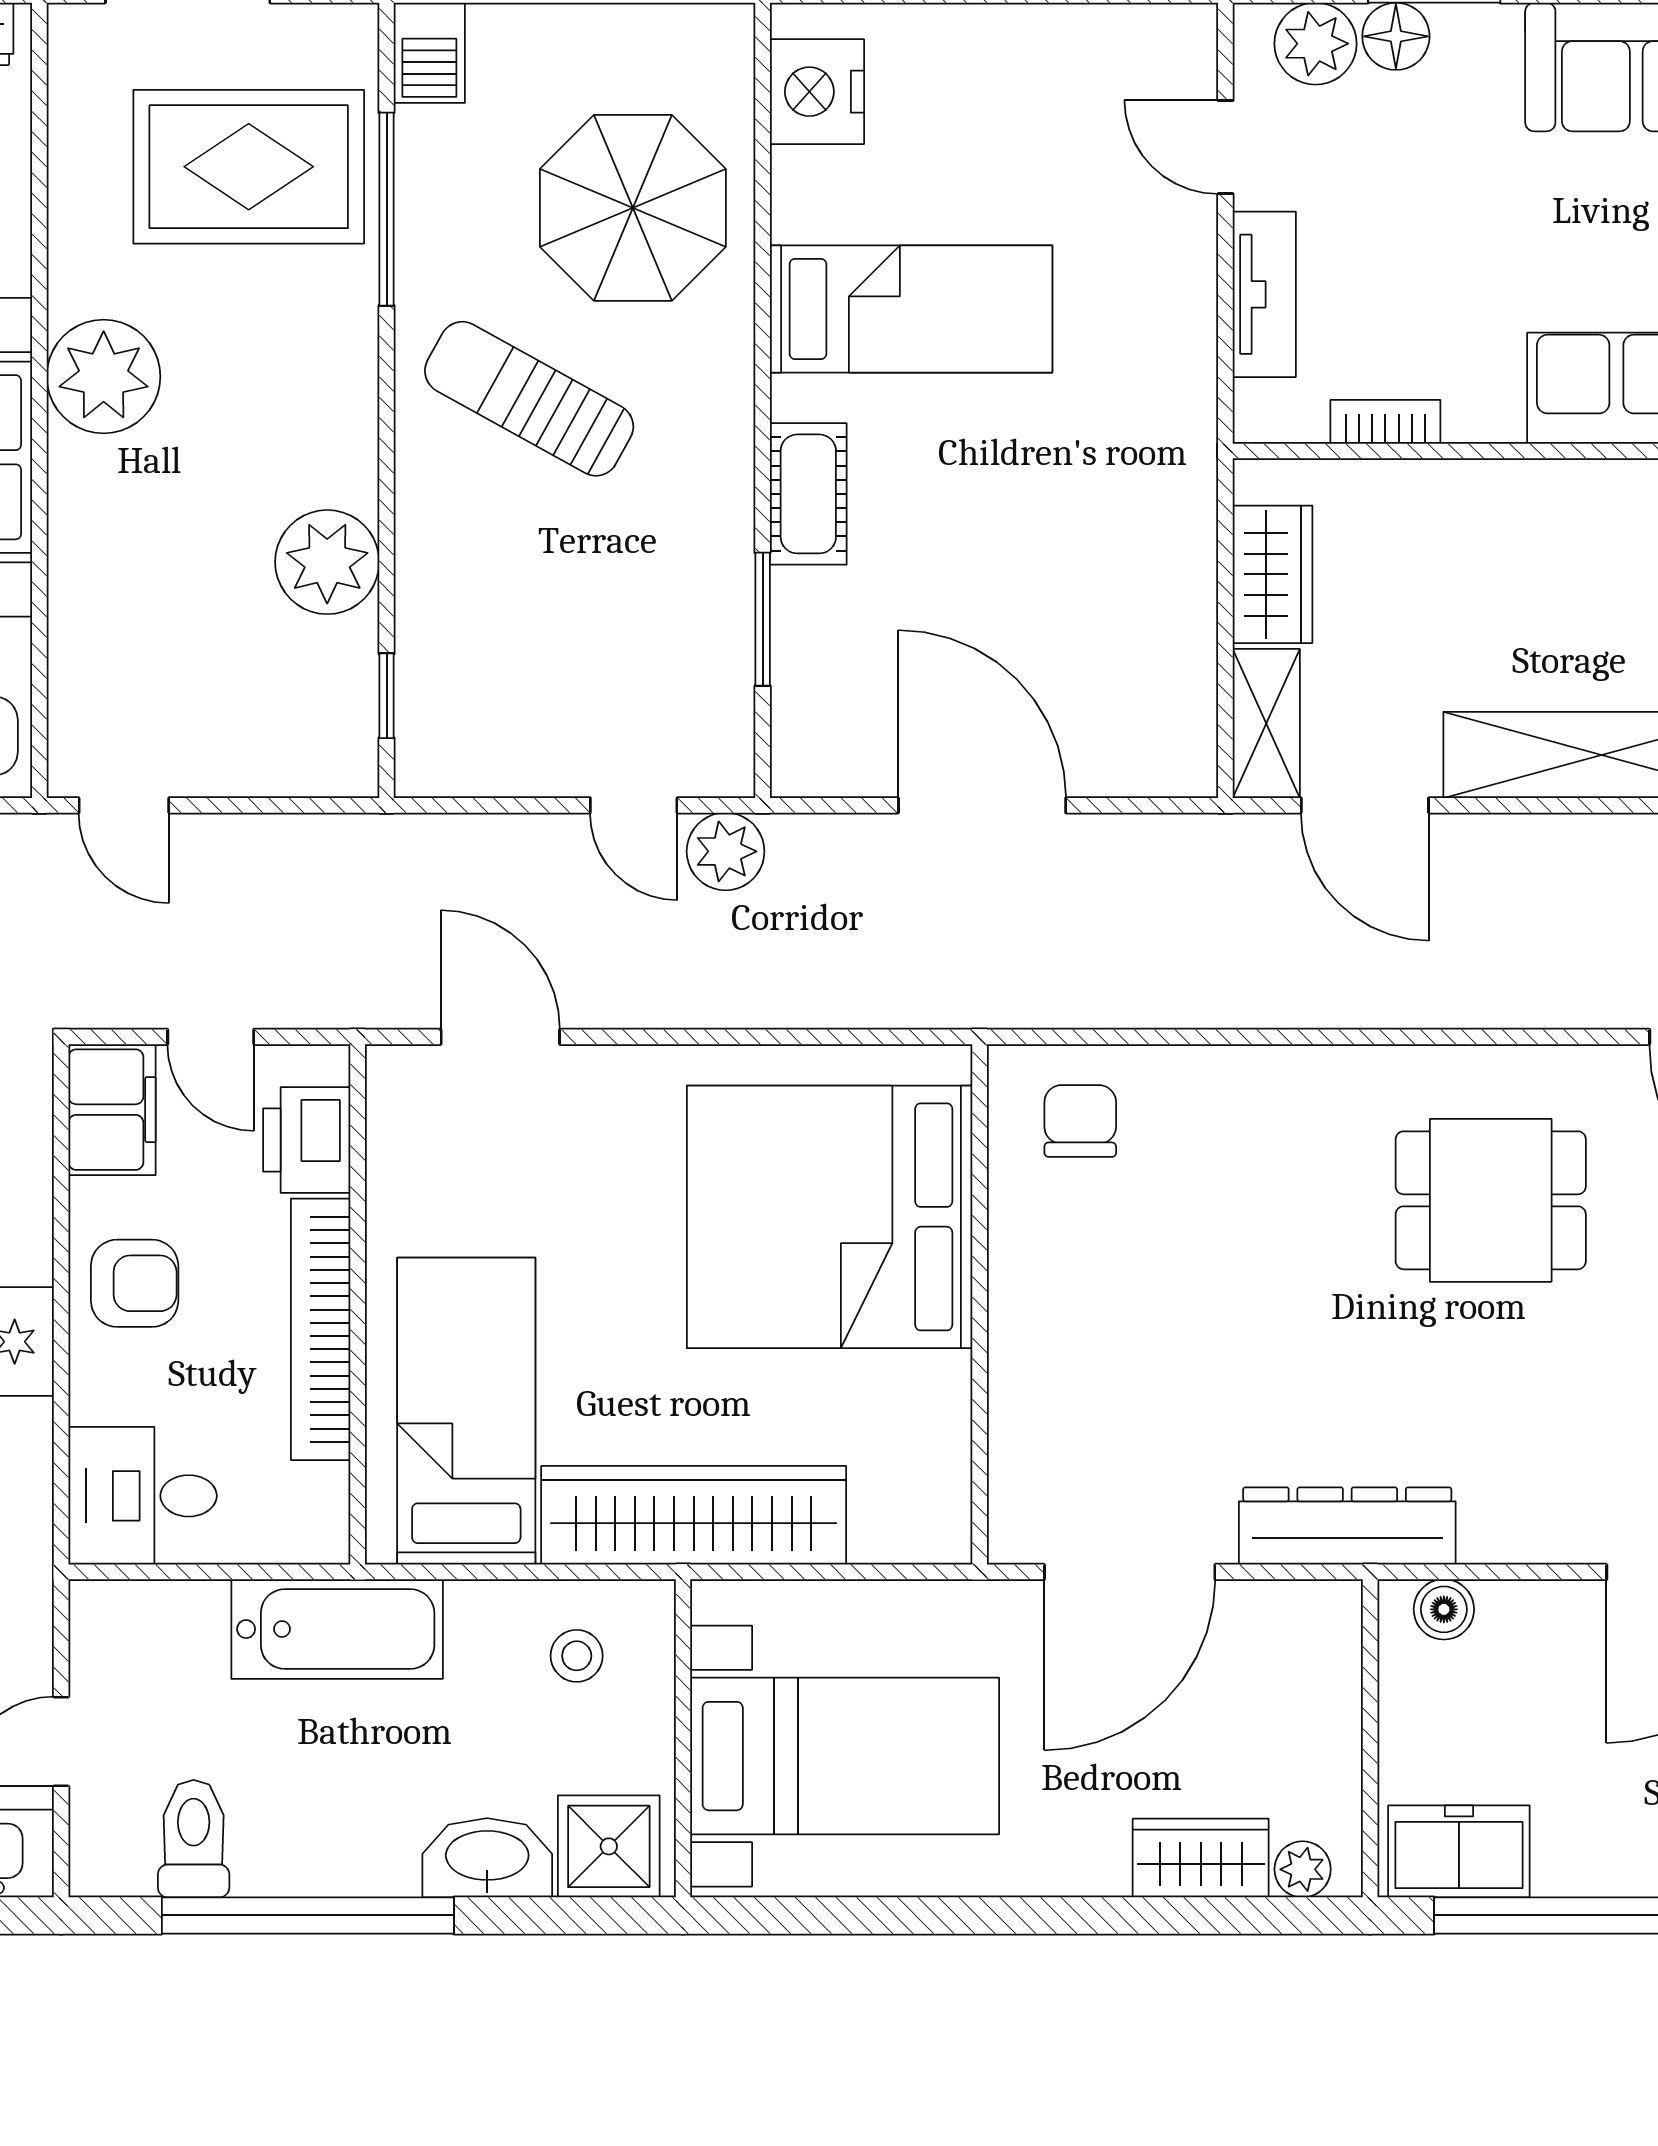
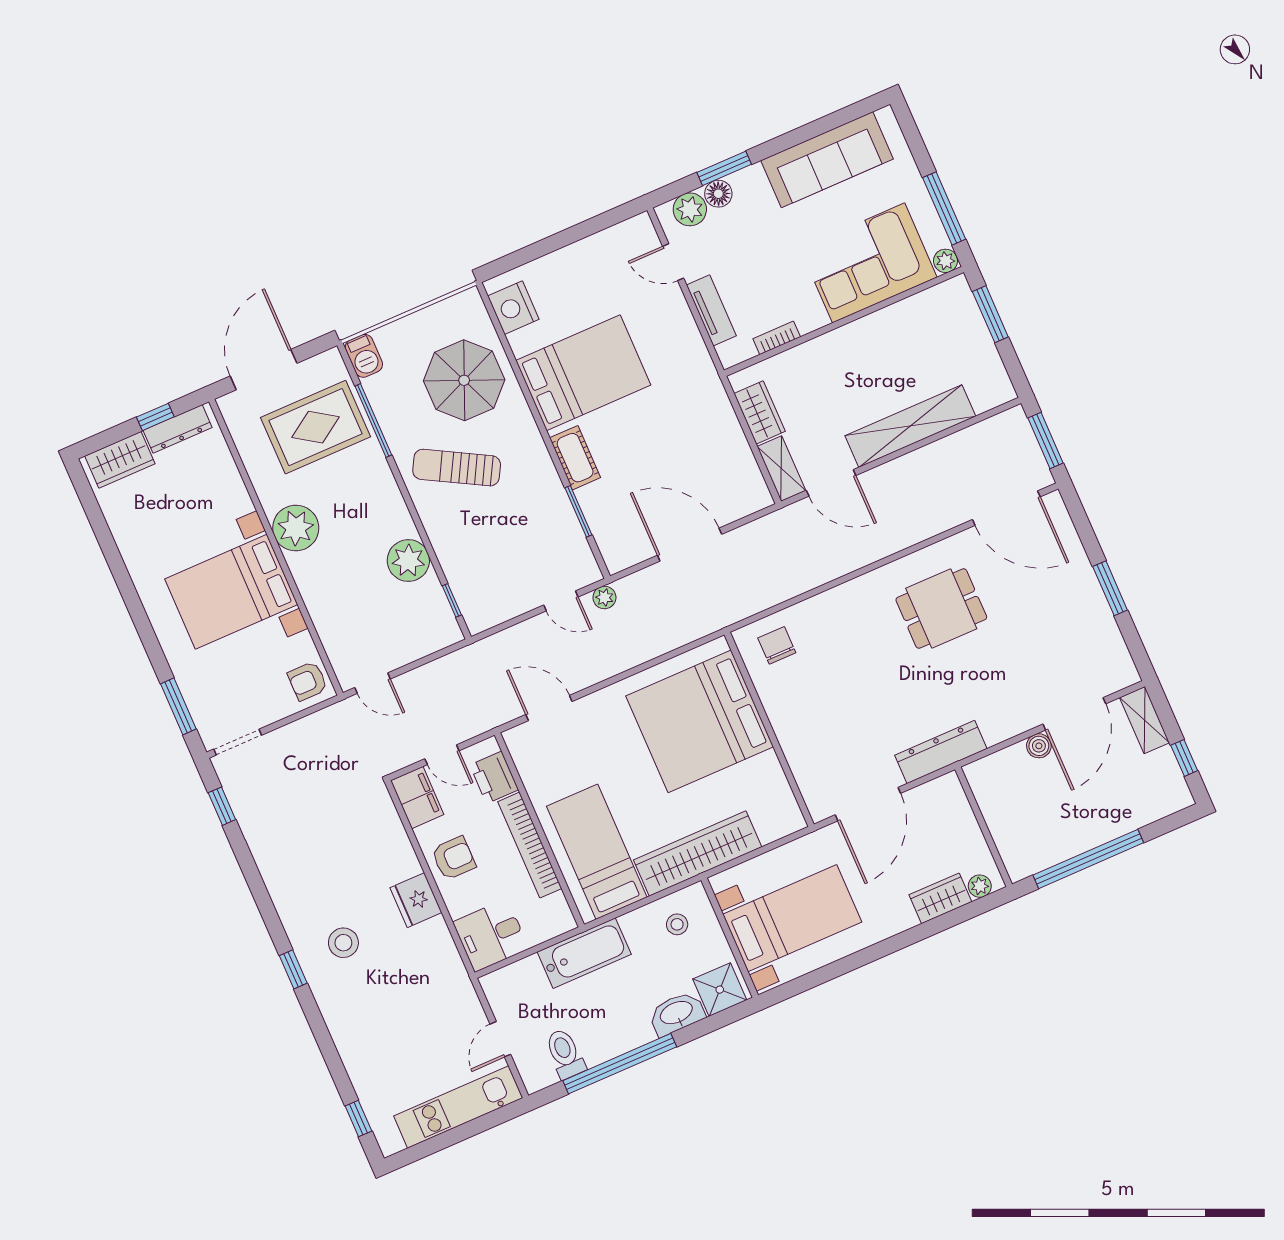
bed: (911, 309) -> (583, 373), width x1.50
plant: (726, 851) -> (604, 597), width x0.73, depth x0.73
boiler: (1444, 1609) -> (1039, 746), moved
freezer: (1459, 1851) -> (1035, 854), removed

